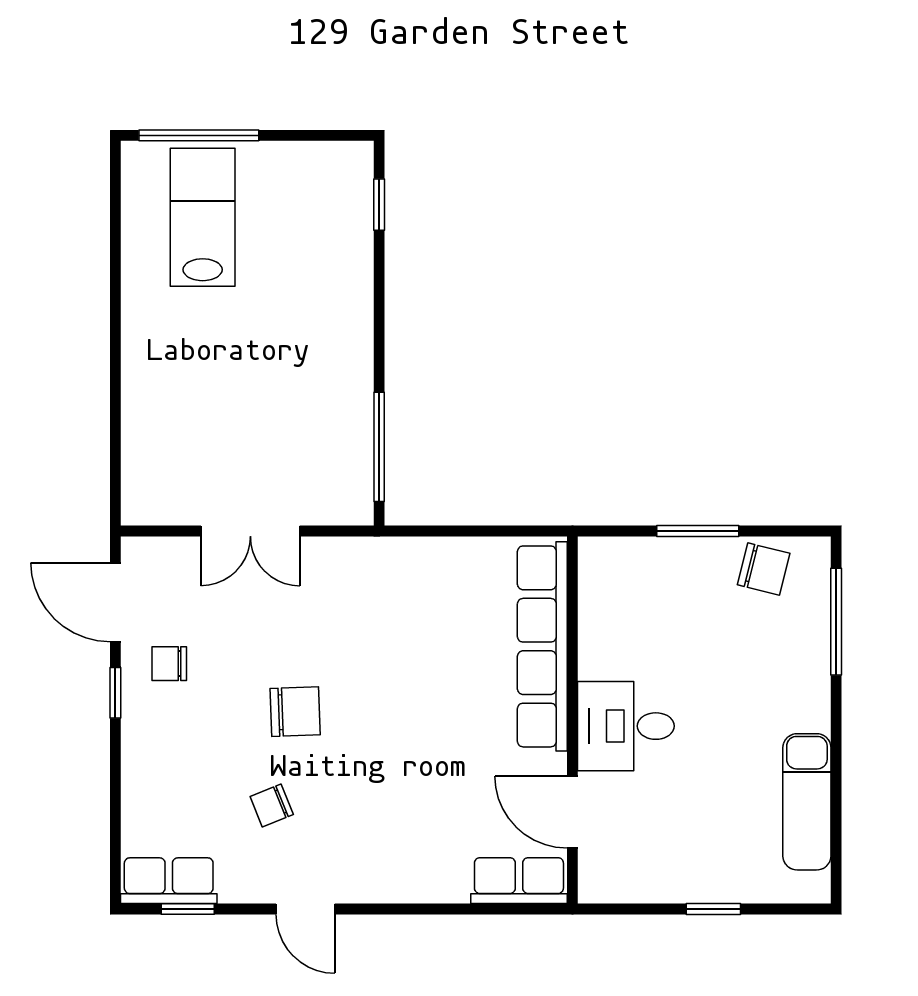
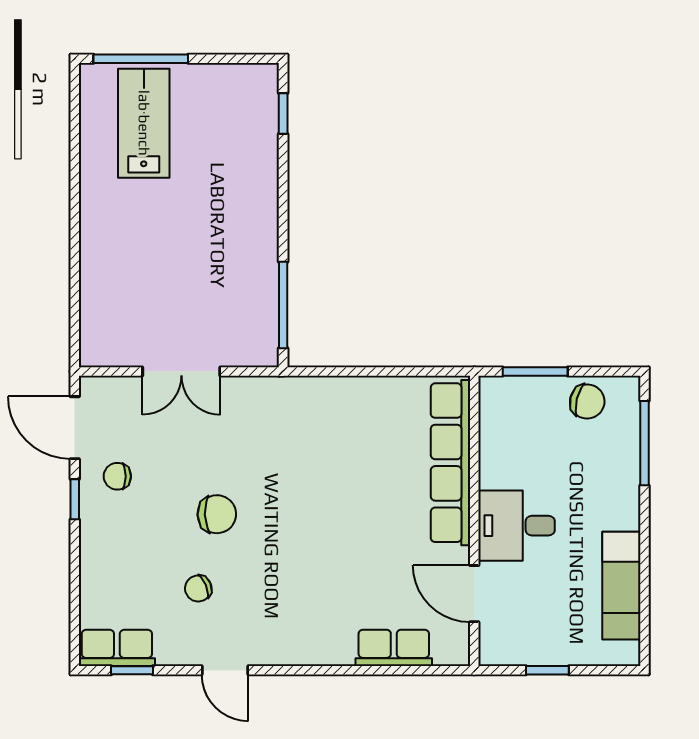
row of seats: (542, 646) -> (450, 463), moved
wall: (572, 720) -> (474, 521), moved
desk: (626, 726) -> (517, 526), moved
door: (572, 812) -> (474, 594), moved

